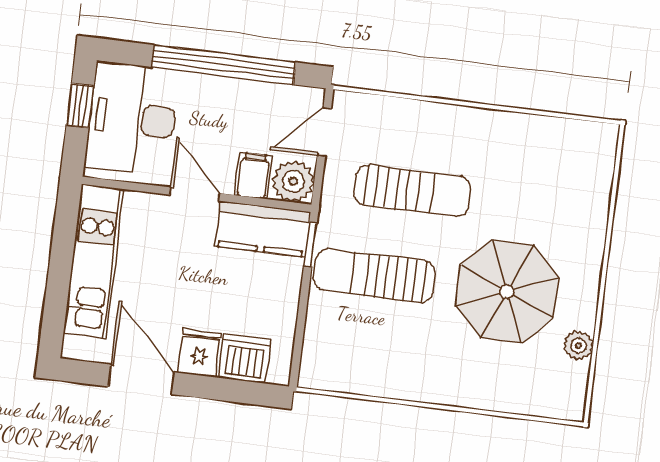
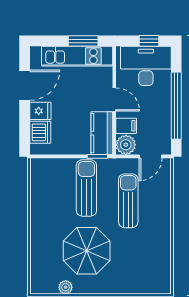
door: (324, 132) -> (151, 156), swing flipped
sun lounger: (412, 191) -> (128, 201), turned 180
door: (195, 194) -> (114, 99), hinge flipped
window: (63, 245) -> (83, 41), added

